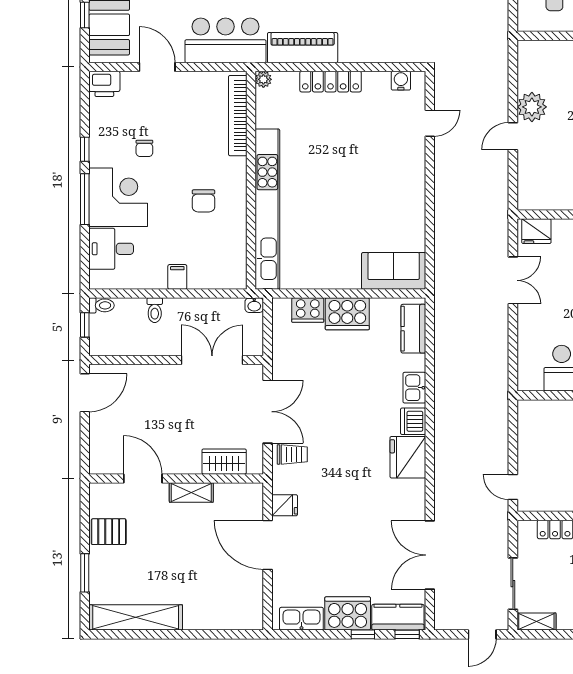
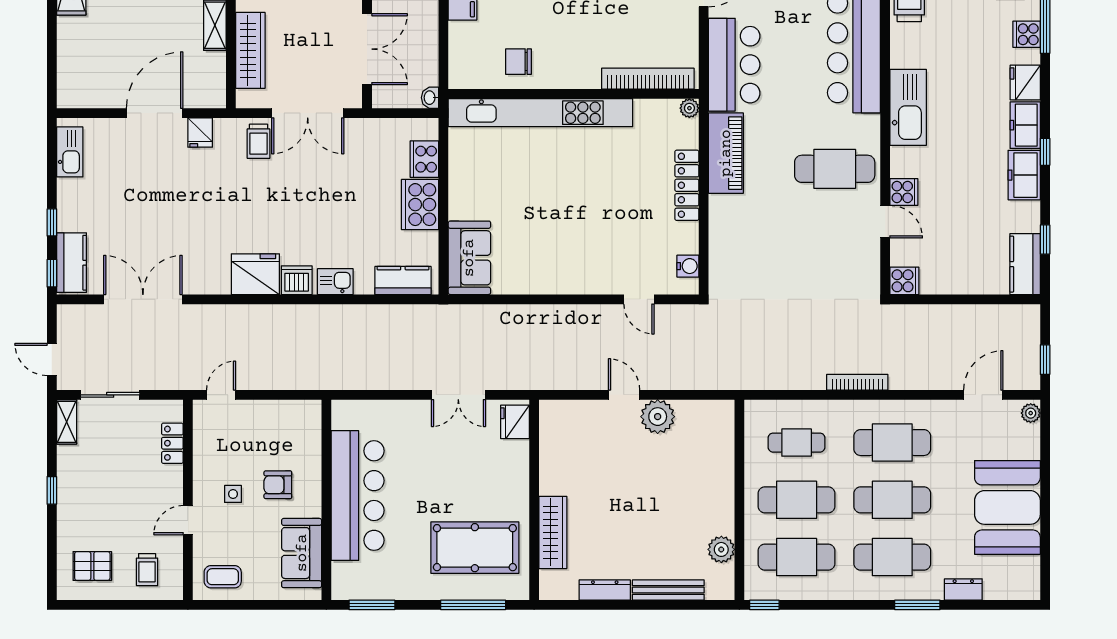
chair: (203, 201) -> (518, 62), moved
wardrobe: (224, 462) -> (250, 50), width x1.50
cooker: (348, 613) -> (76, 205), removed

